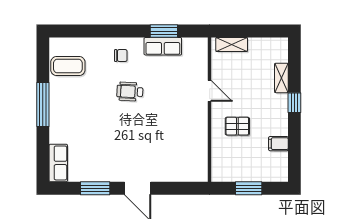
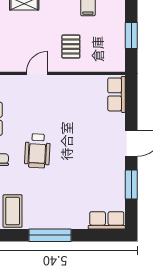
wheelchair: (130, 92) -> (37, 151), width x1.36, depth x1.37
row of seats: (188, 173) -> (116, 94), added

